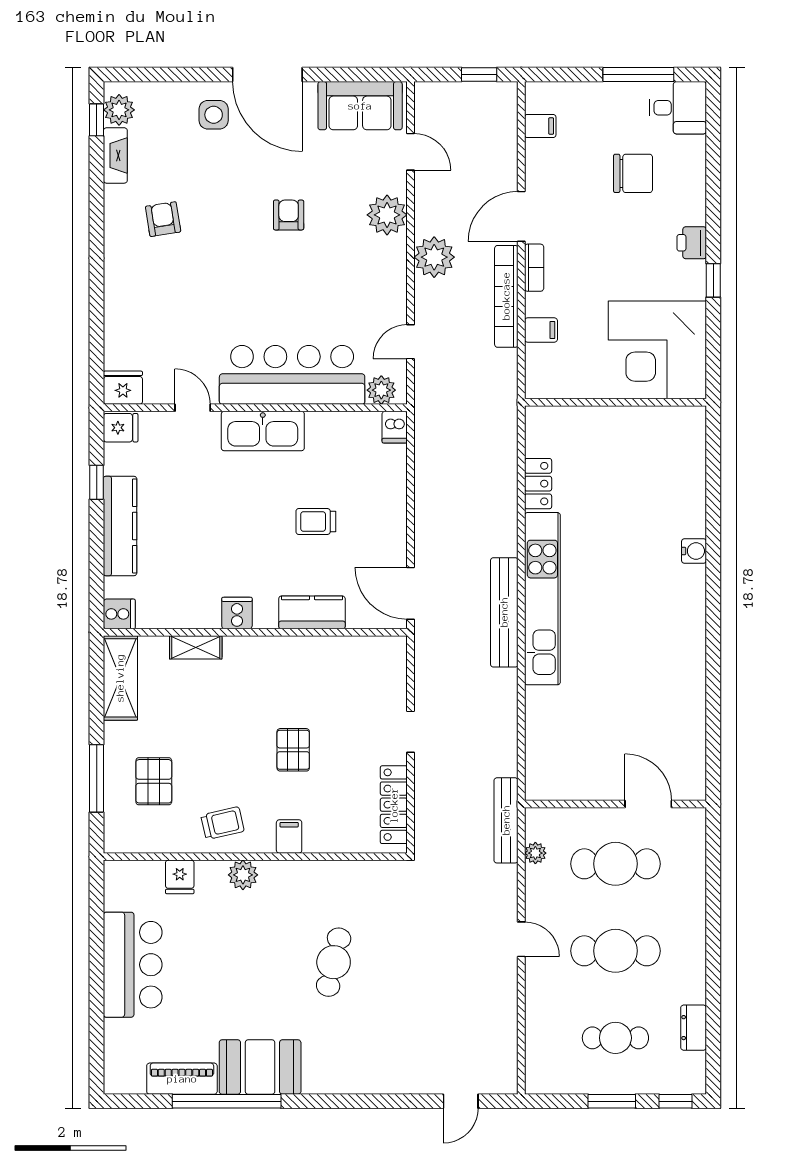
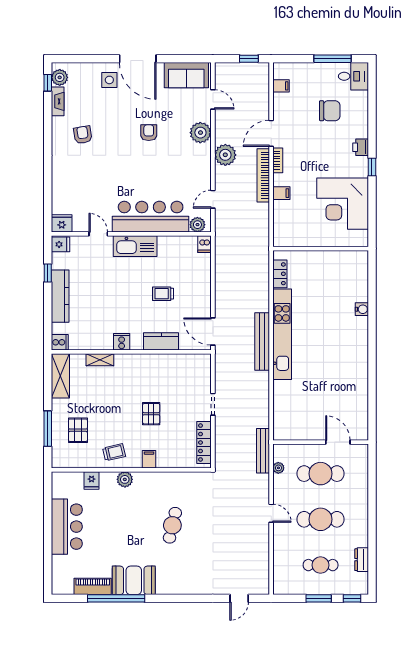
wall: (615, 402) -> (321, 249), moved

